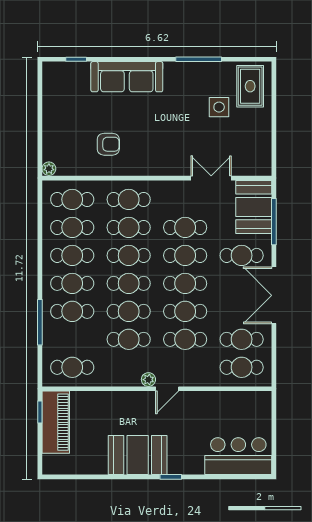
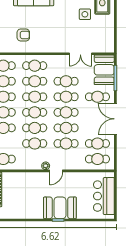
double door: (211, 178) -> (80, 54), swing flipped
booth: (138, 455) -> (60, 208), moved
bar counter: (238, 456) -> (104, 196), moved, turned -90

